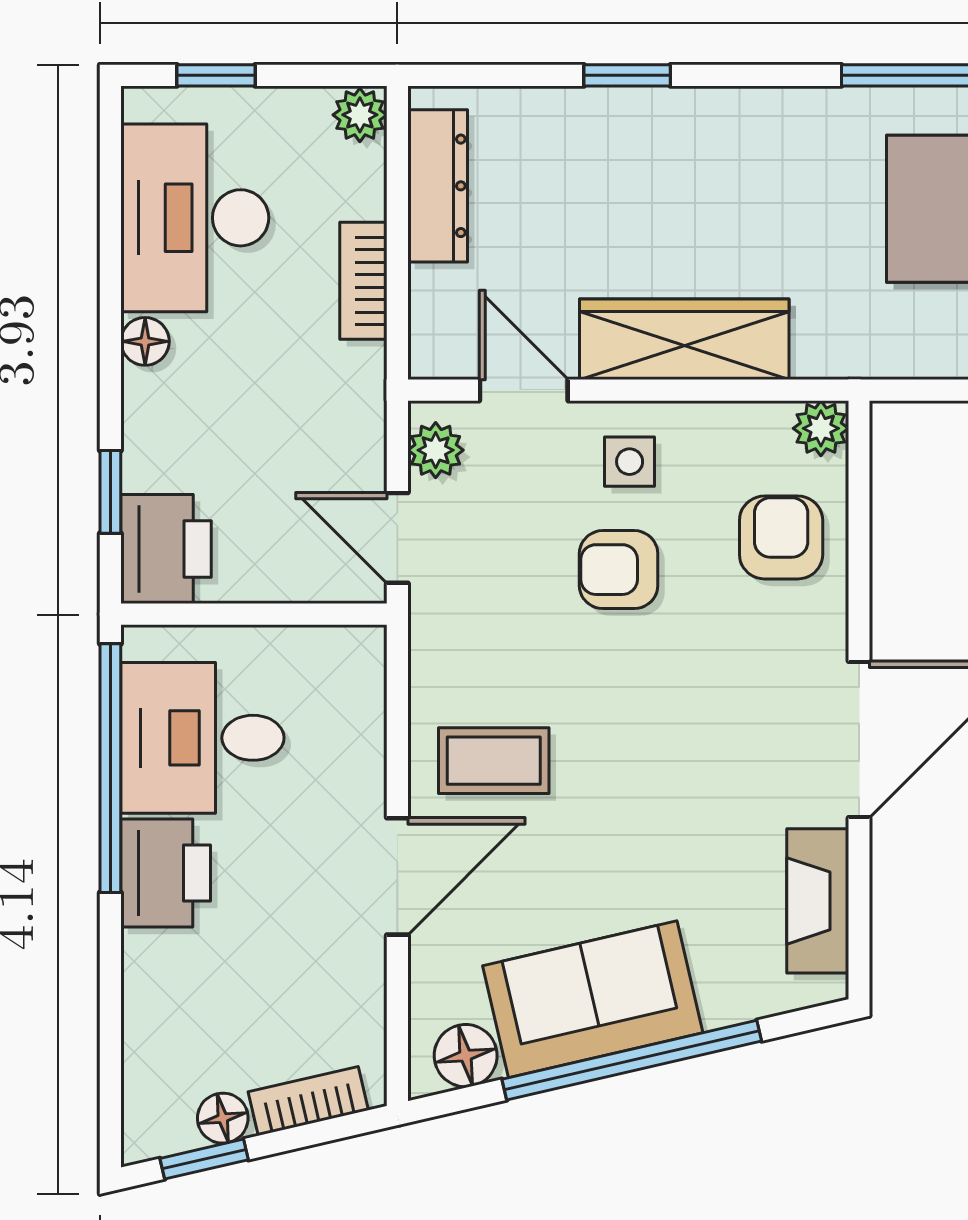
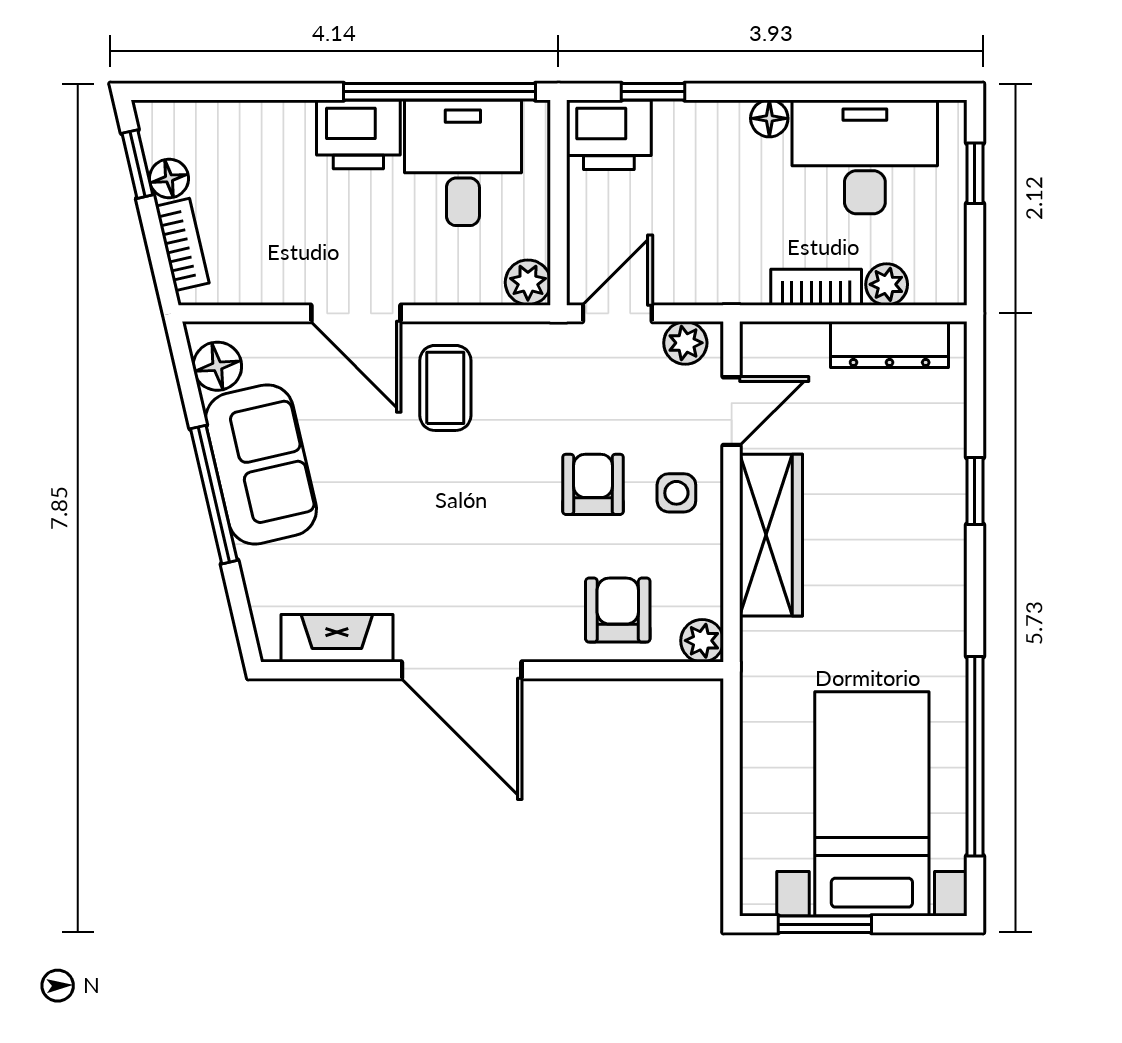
plant: (360, 115) -> (887, 284), moved
armchair: (781, 537) -> (618, 610), turned -90
plant: (357, 654) -> (528, 282), added
window: (632, 1060) -> (214, 495), width x0.68

